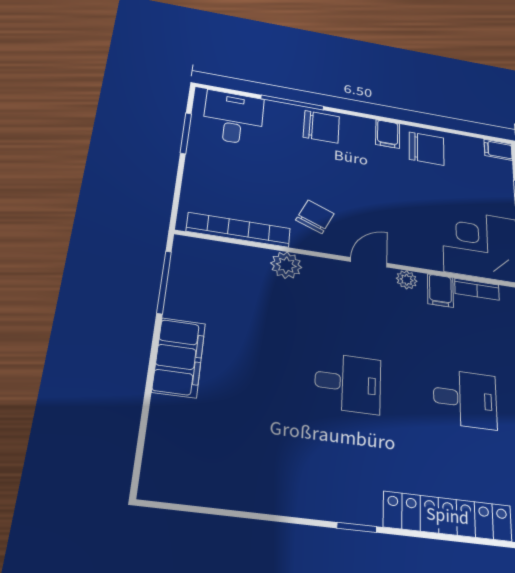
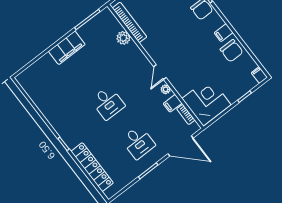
chair: (315, 217) -> (160, 40), removed
door: (369, 262) -> (160, 72), swing flipped
plant: (286, 265) -> (123, 38), moved

